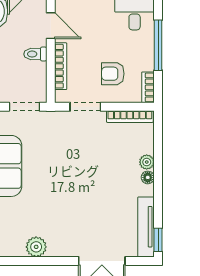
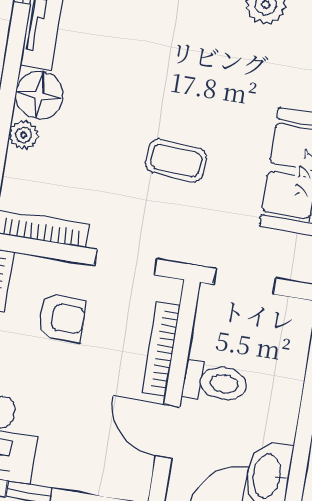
toilet: (35, 54) -> (215, 382), width x1.37, depth x1.39
coffee table: (68, 162) -> (176, 161), added
floor lamp: (148, 177) -> (39, 95), width x1.89, depth x1.89

